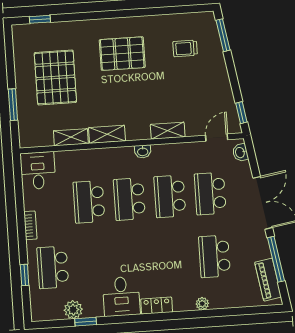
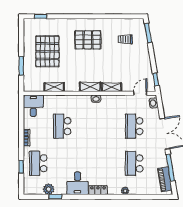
shelving: (107, 134) -> (90, 87), moved
school desk: (170, 196) -> (110, 126), removed
school desk: (129, 199) -> (86, 126), removed

